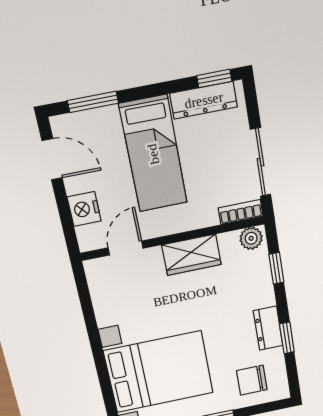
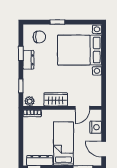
sliding door: (261, 162) -> (21, 132), removed

